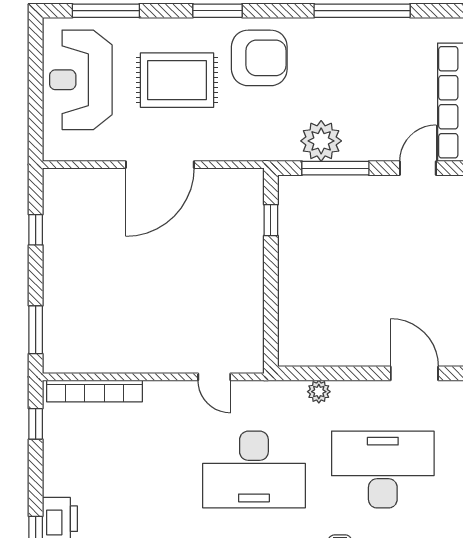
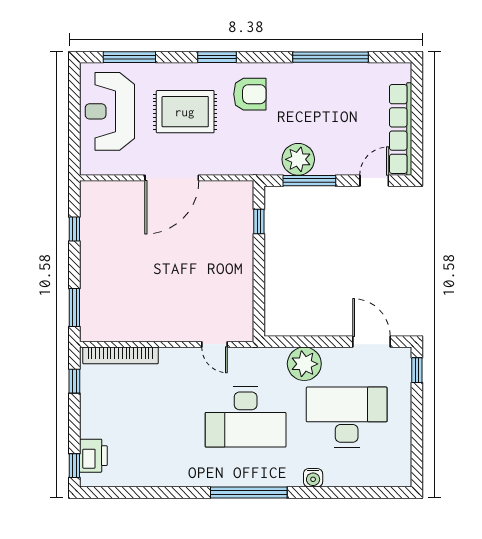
armchair: (259, 58) -> (250, 94), width x0.73, depth x0.73
plant: (319, 392) -> (304, 364), width x1.88, depth x1.88

